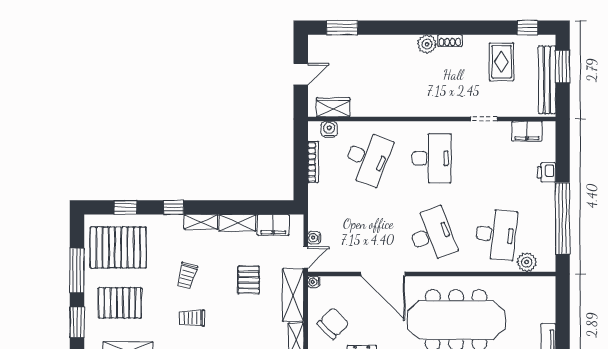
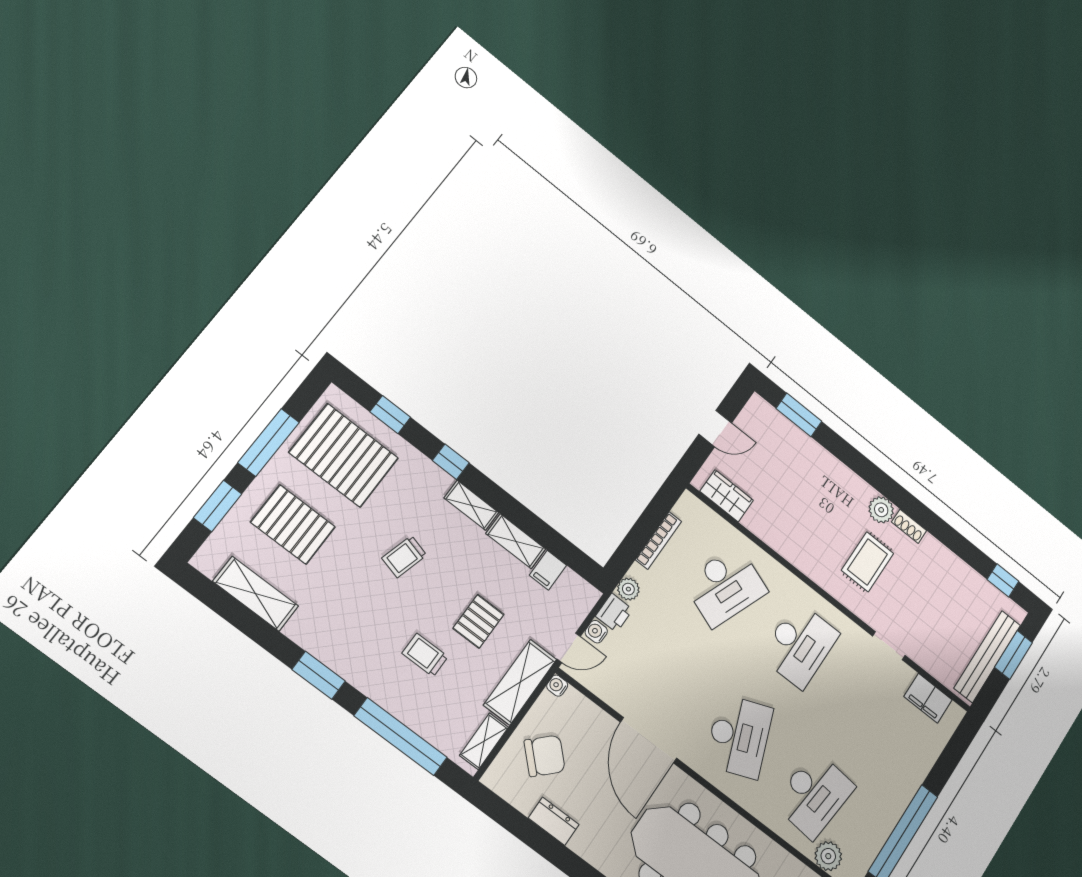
rug: (501, 62) -> (868, 562), moved
water cooler: (329, 129) -> (704, 517), removed
printer: (547, 172) -> (614, 613), moved, turned 180
plant: (315, 201) -> (628, 589), added
filing cabinet: (273, 225) -> (548, 570), width x0.50
trolley: (192, 318) -> (425, 655), moved

